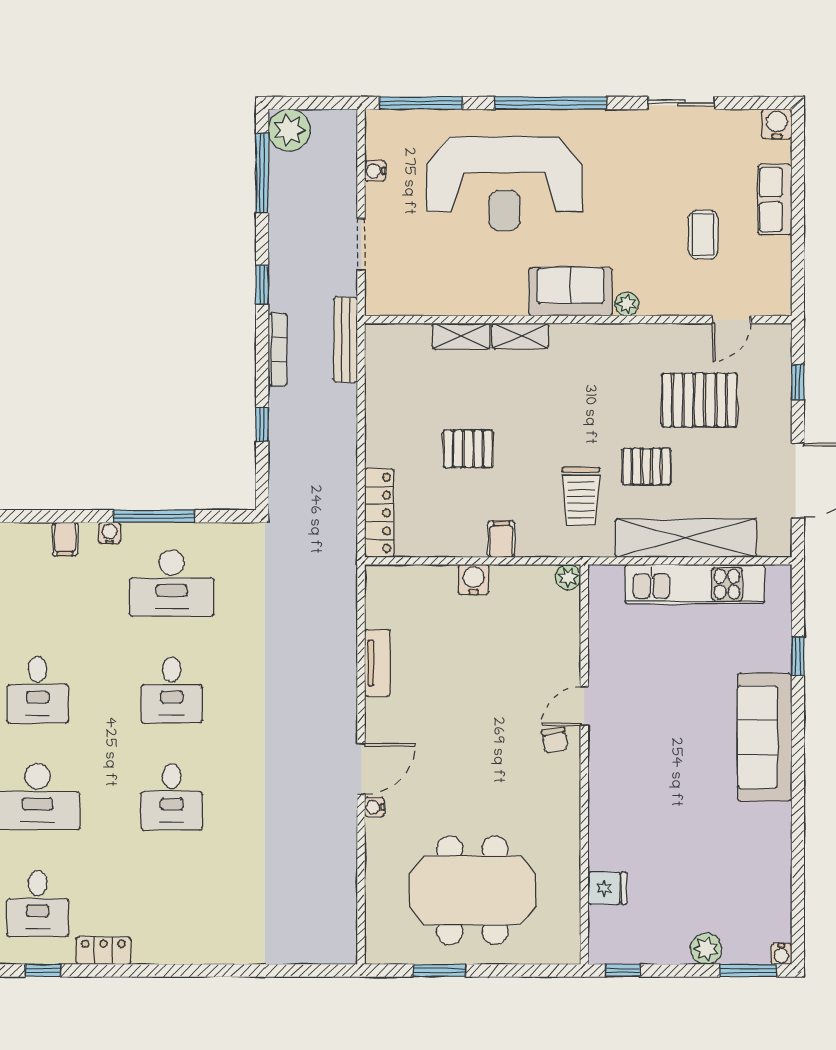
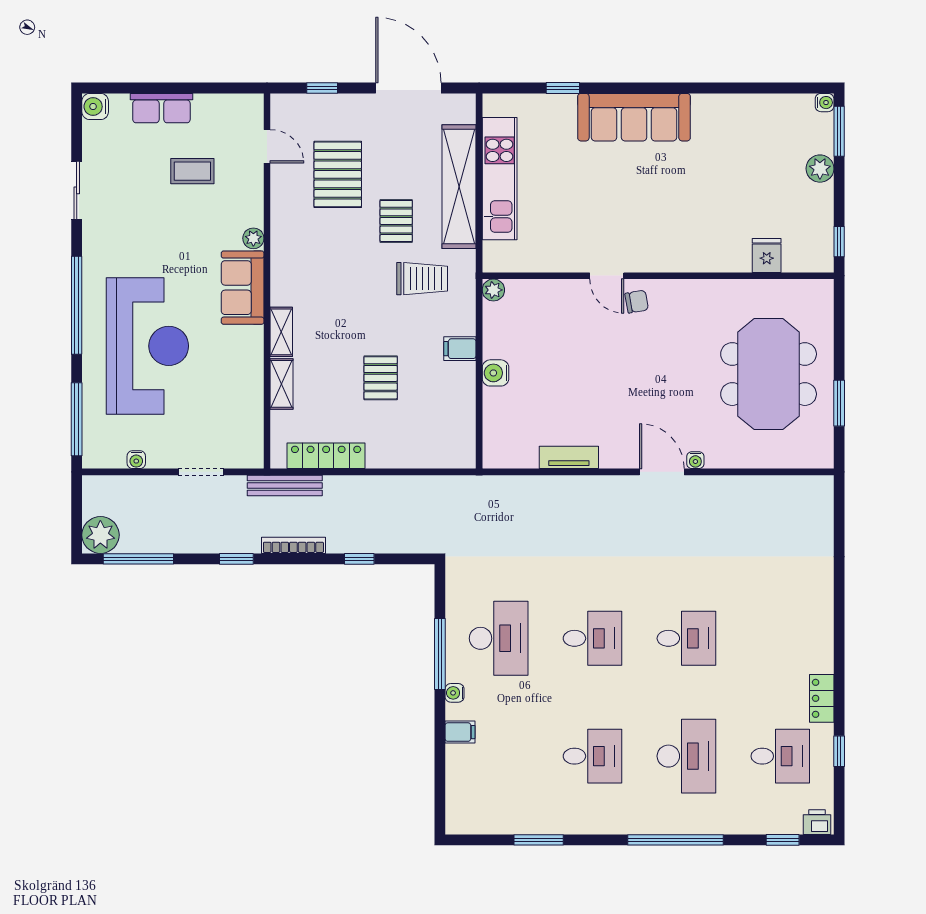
locker: (379, 513) -> (326, 456), moved

